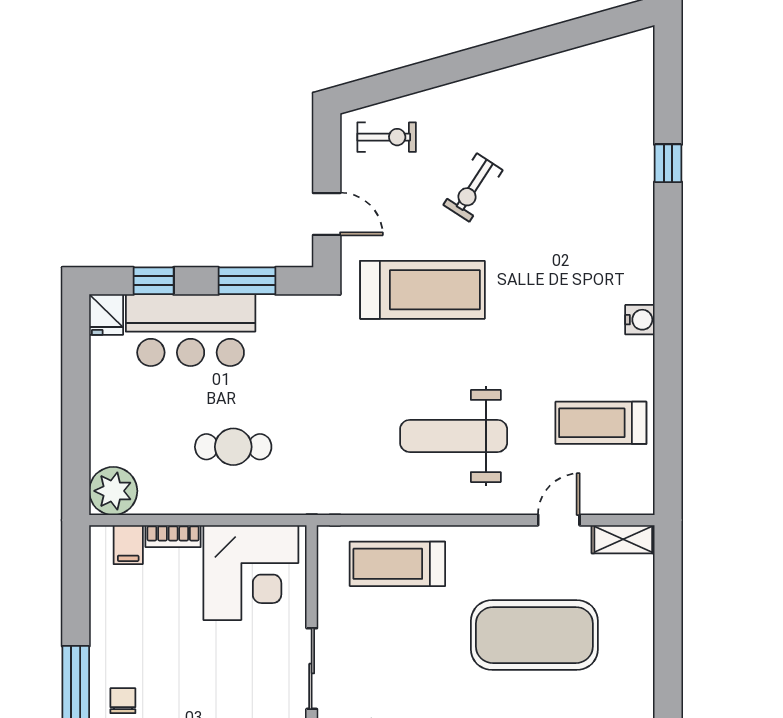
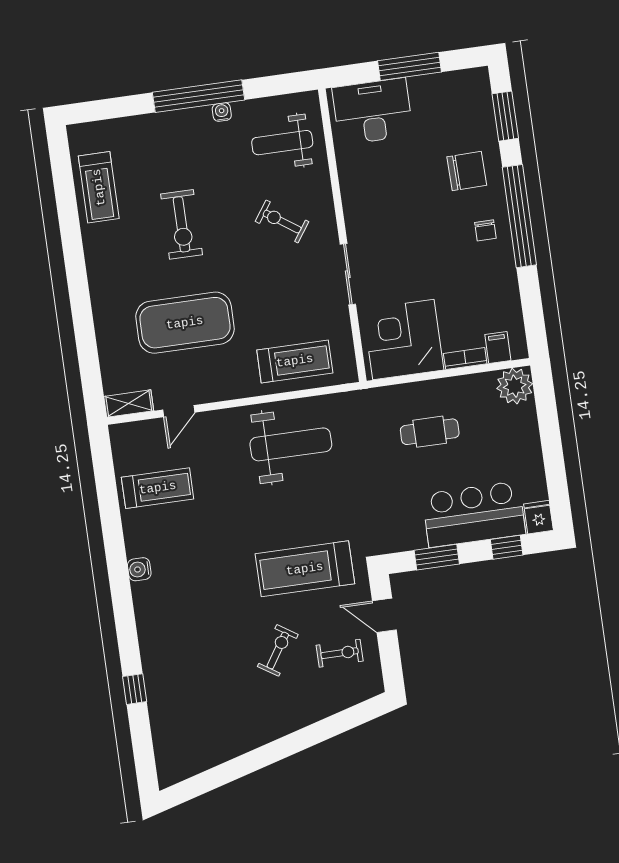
exercise bike: (387, 137) -> (340, 653), moved, turned 180
weight bench: (454, 436) -> (291, 444), moved

